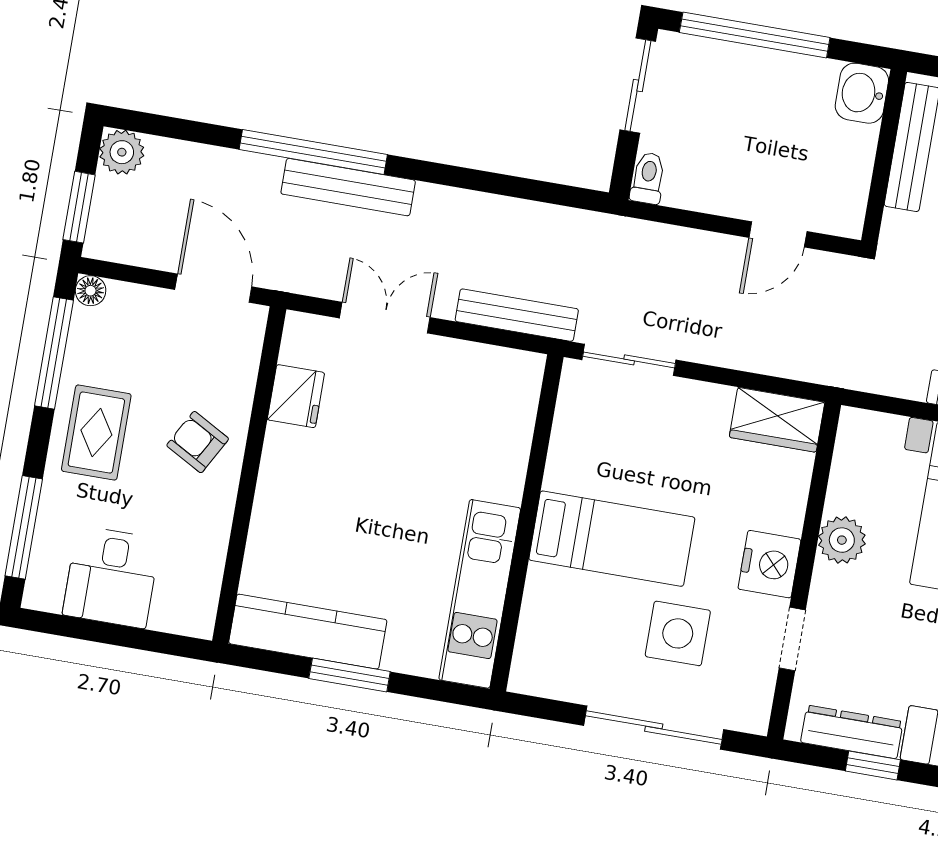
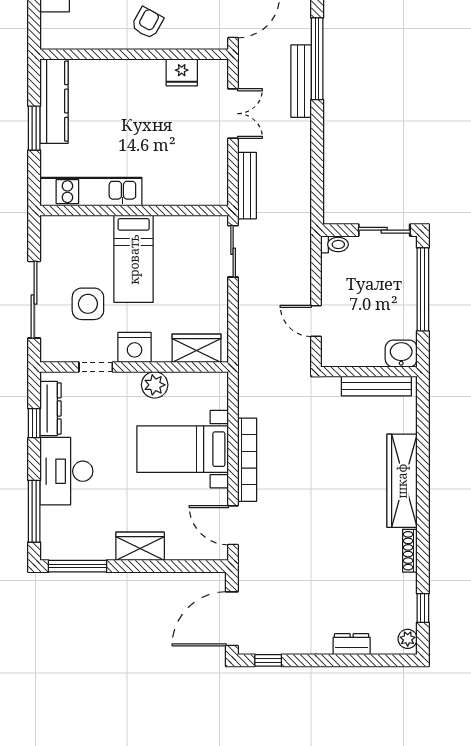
wardrobe: (777, 420) -> (197, 348), moved, turned 90

